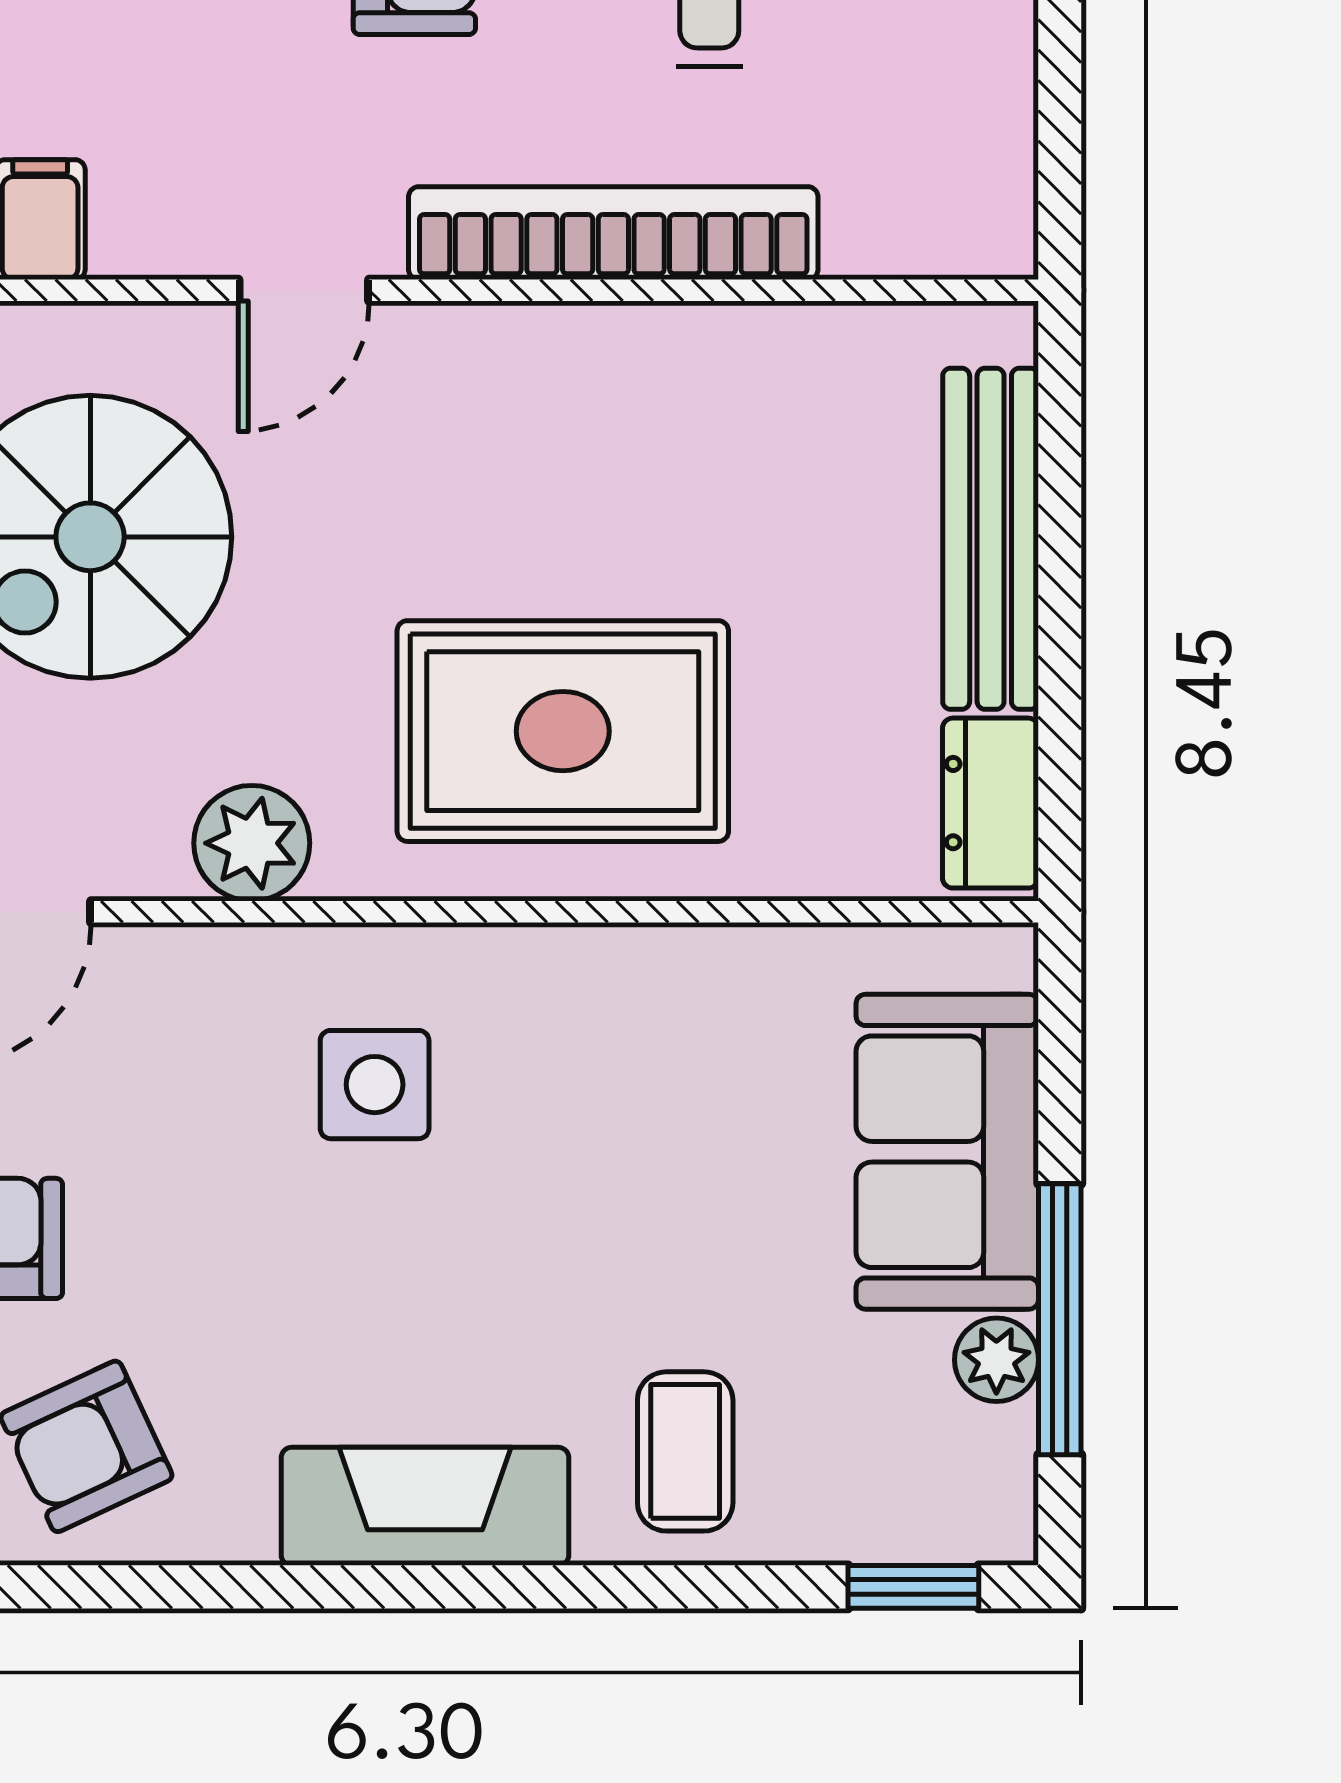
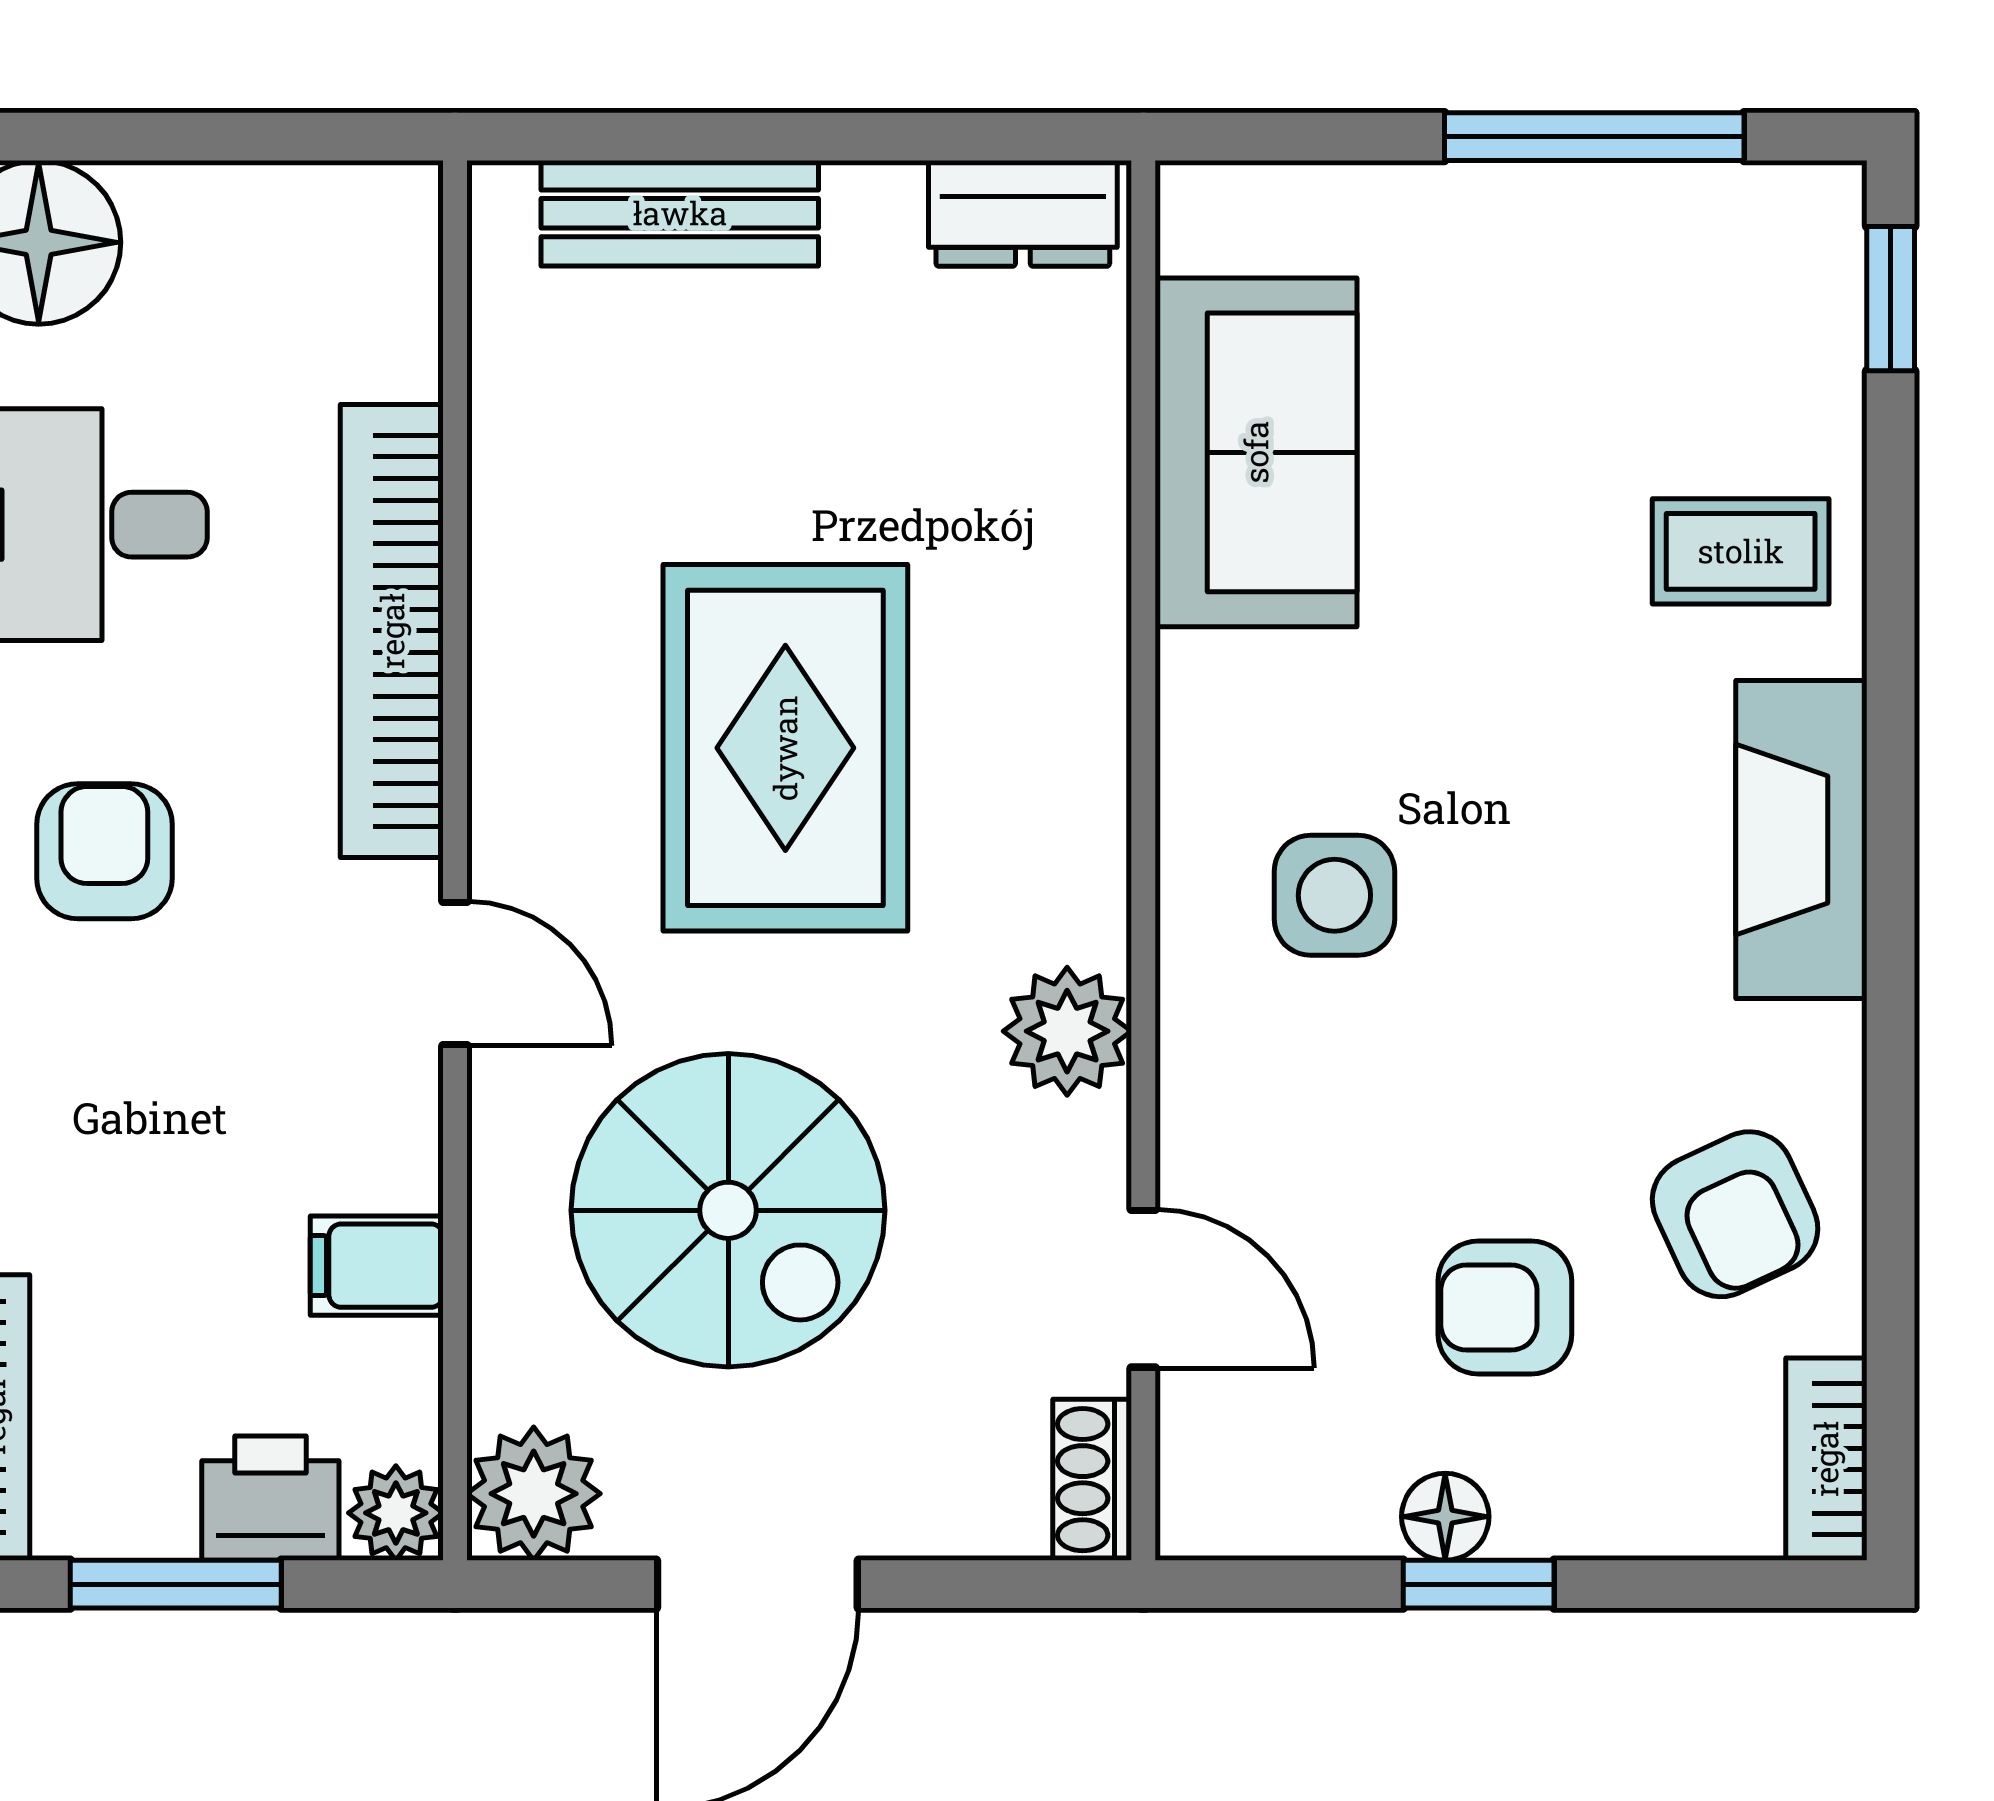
bench: (991, 539) -> (680, 213), width x0.73
rug: (563, 731) -> (785, 748), moved
sofa: (947, 1152) -> (1256, 452), moved, turned -90
plant: (996, 1360) -> (1639, 207), removed

